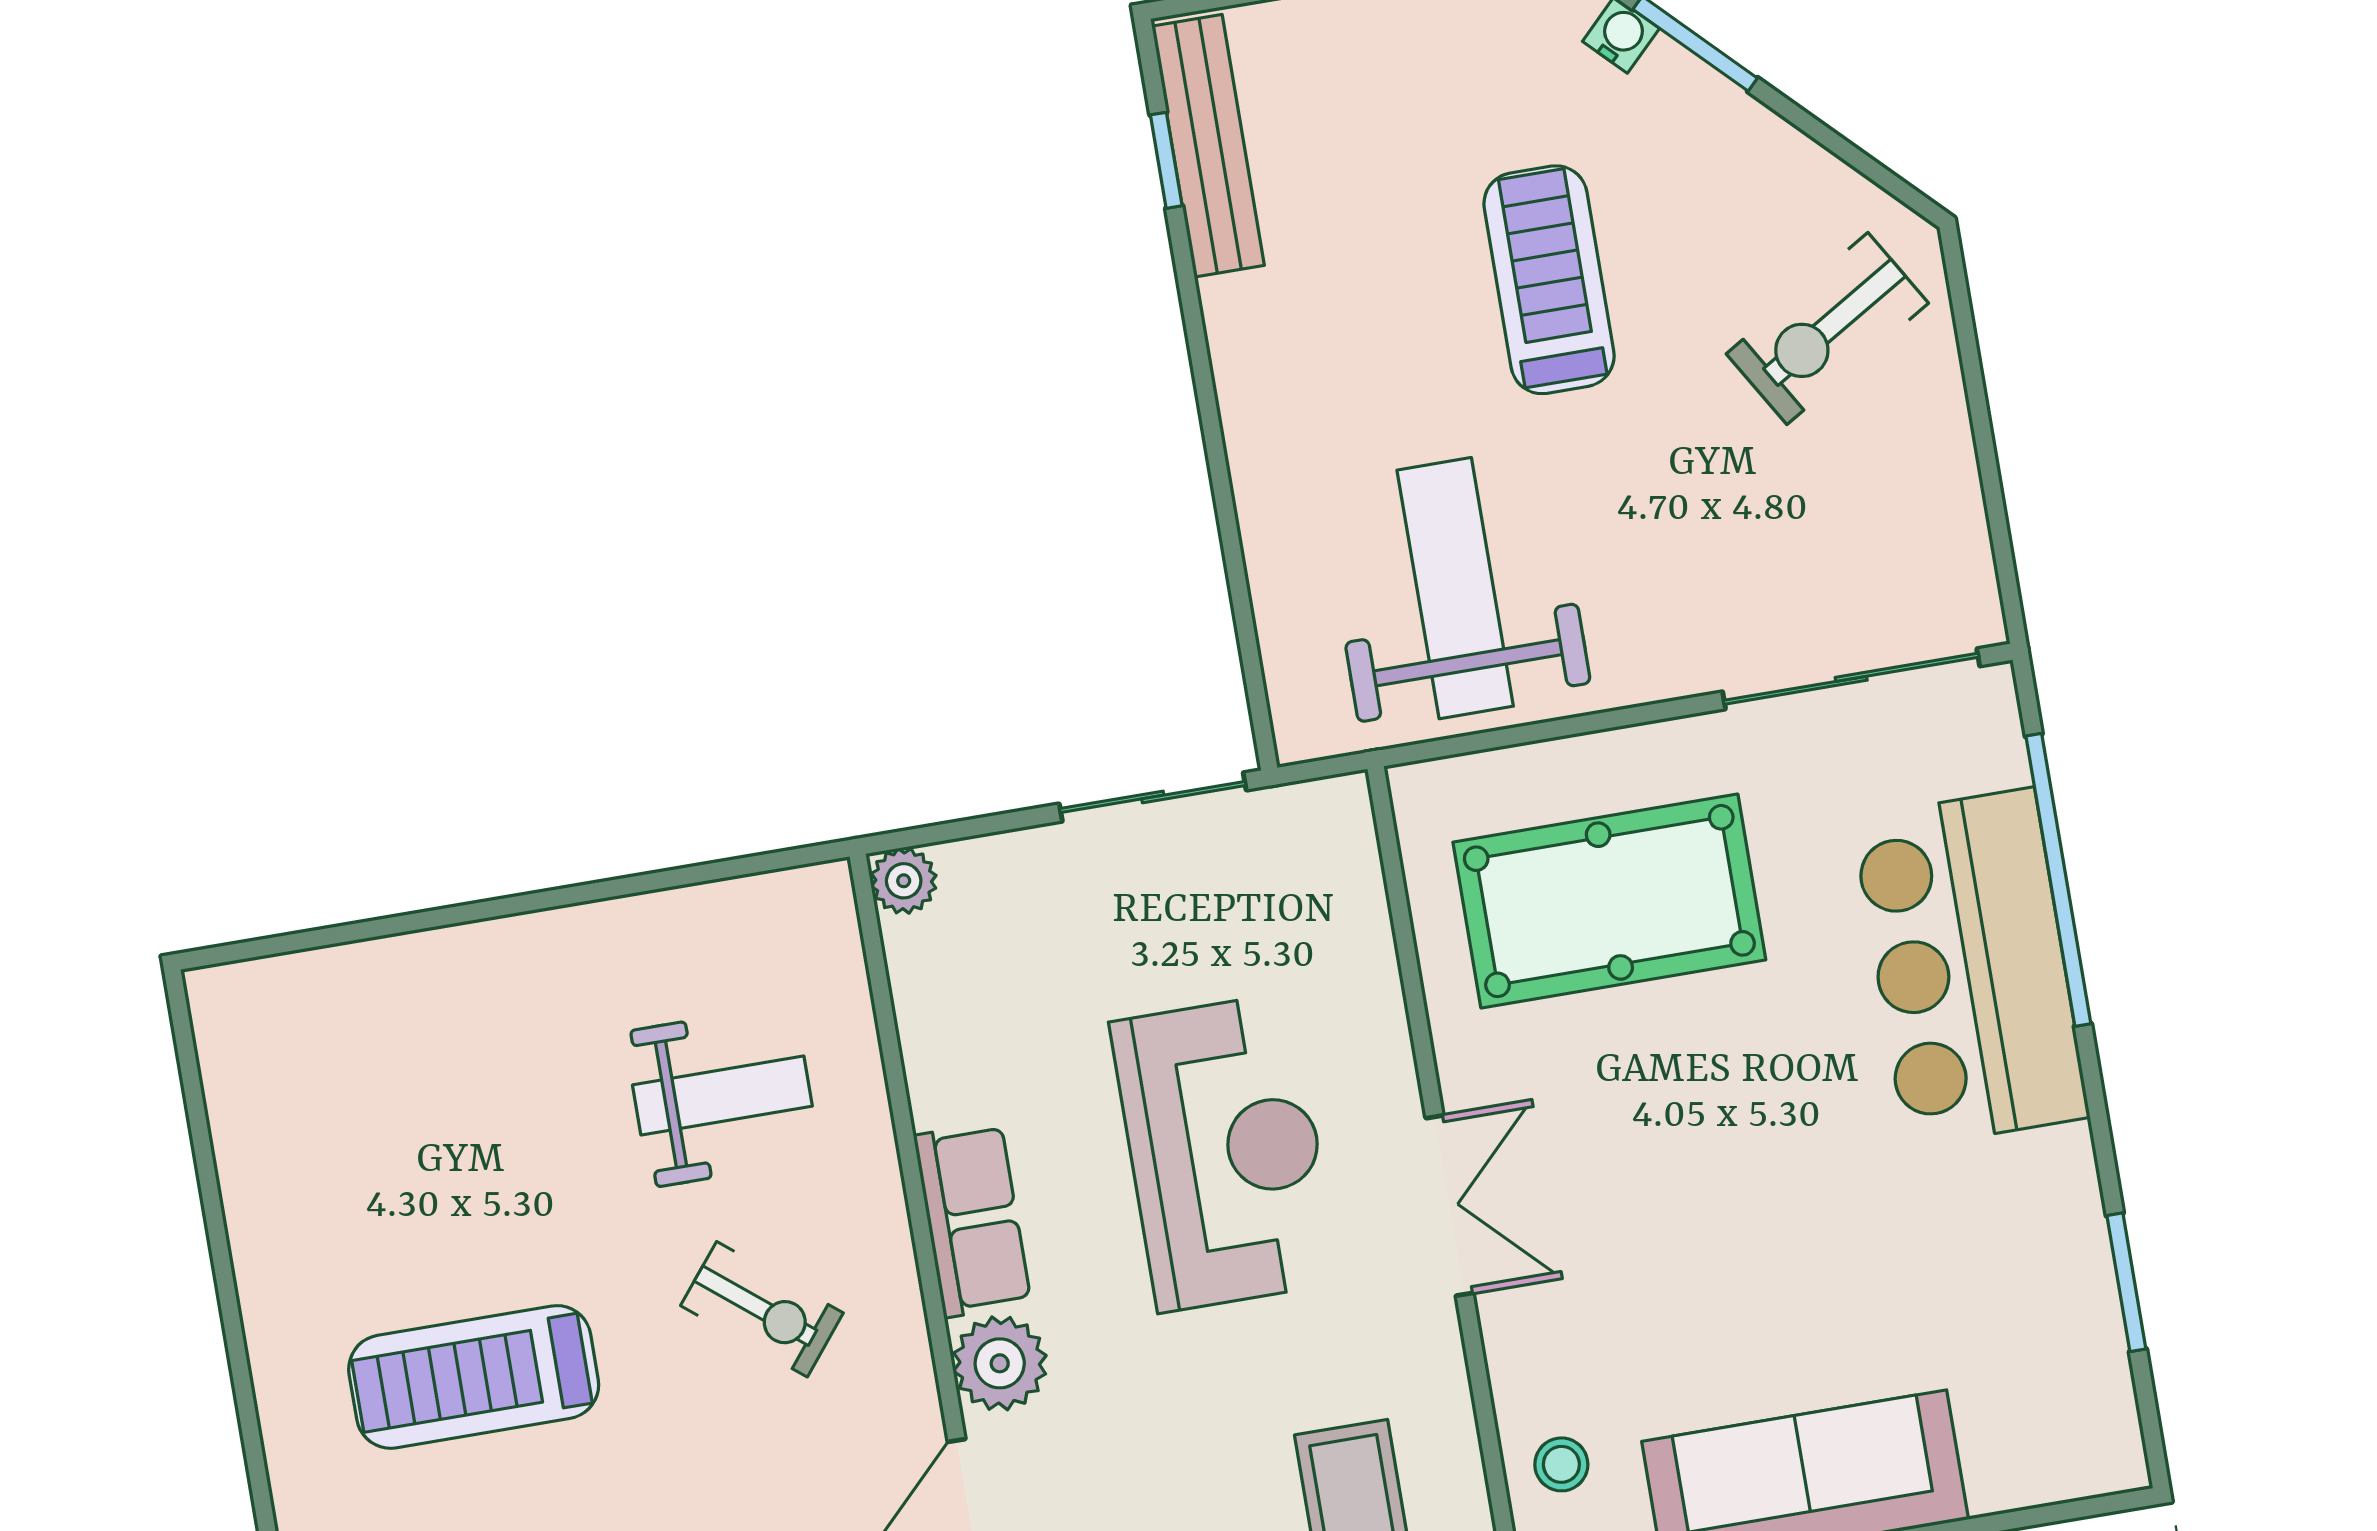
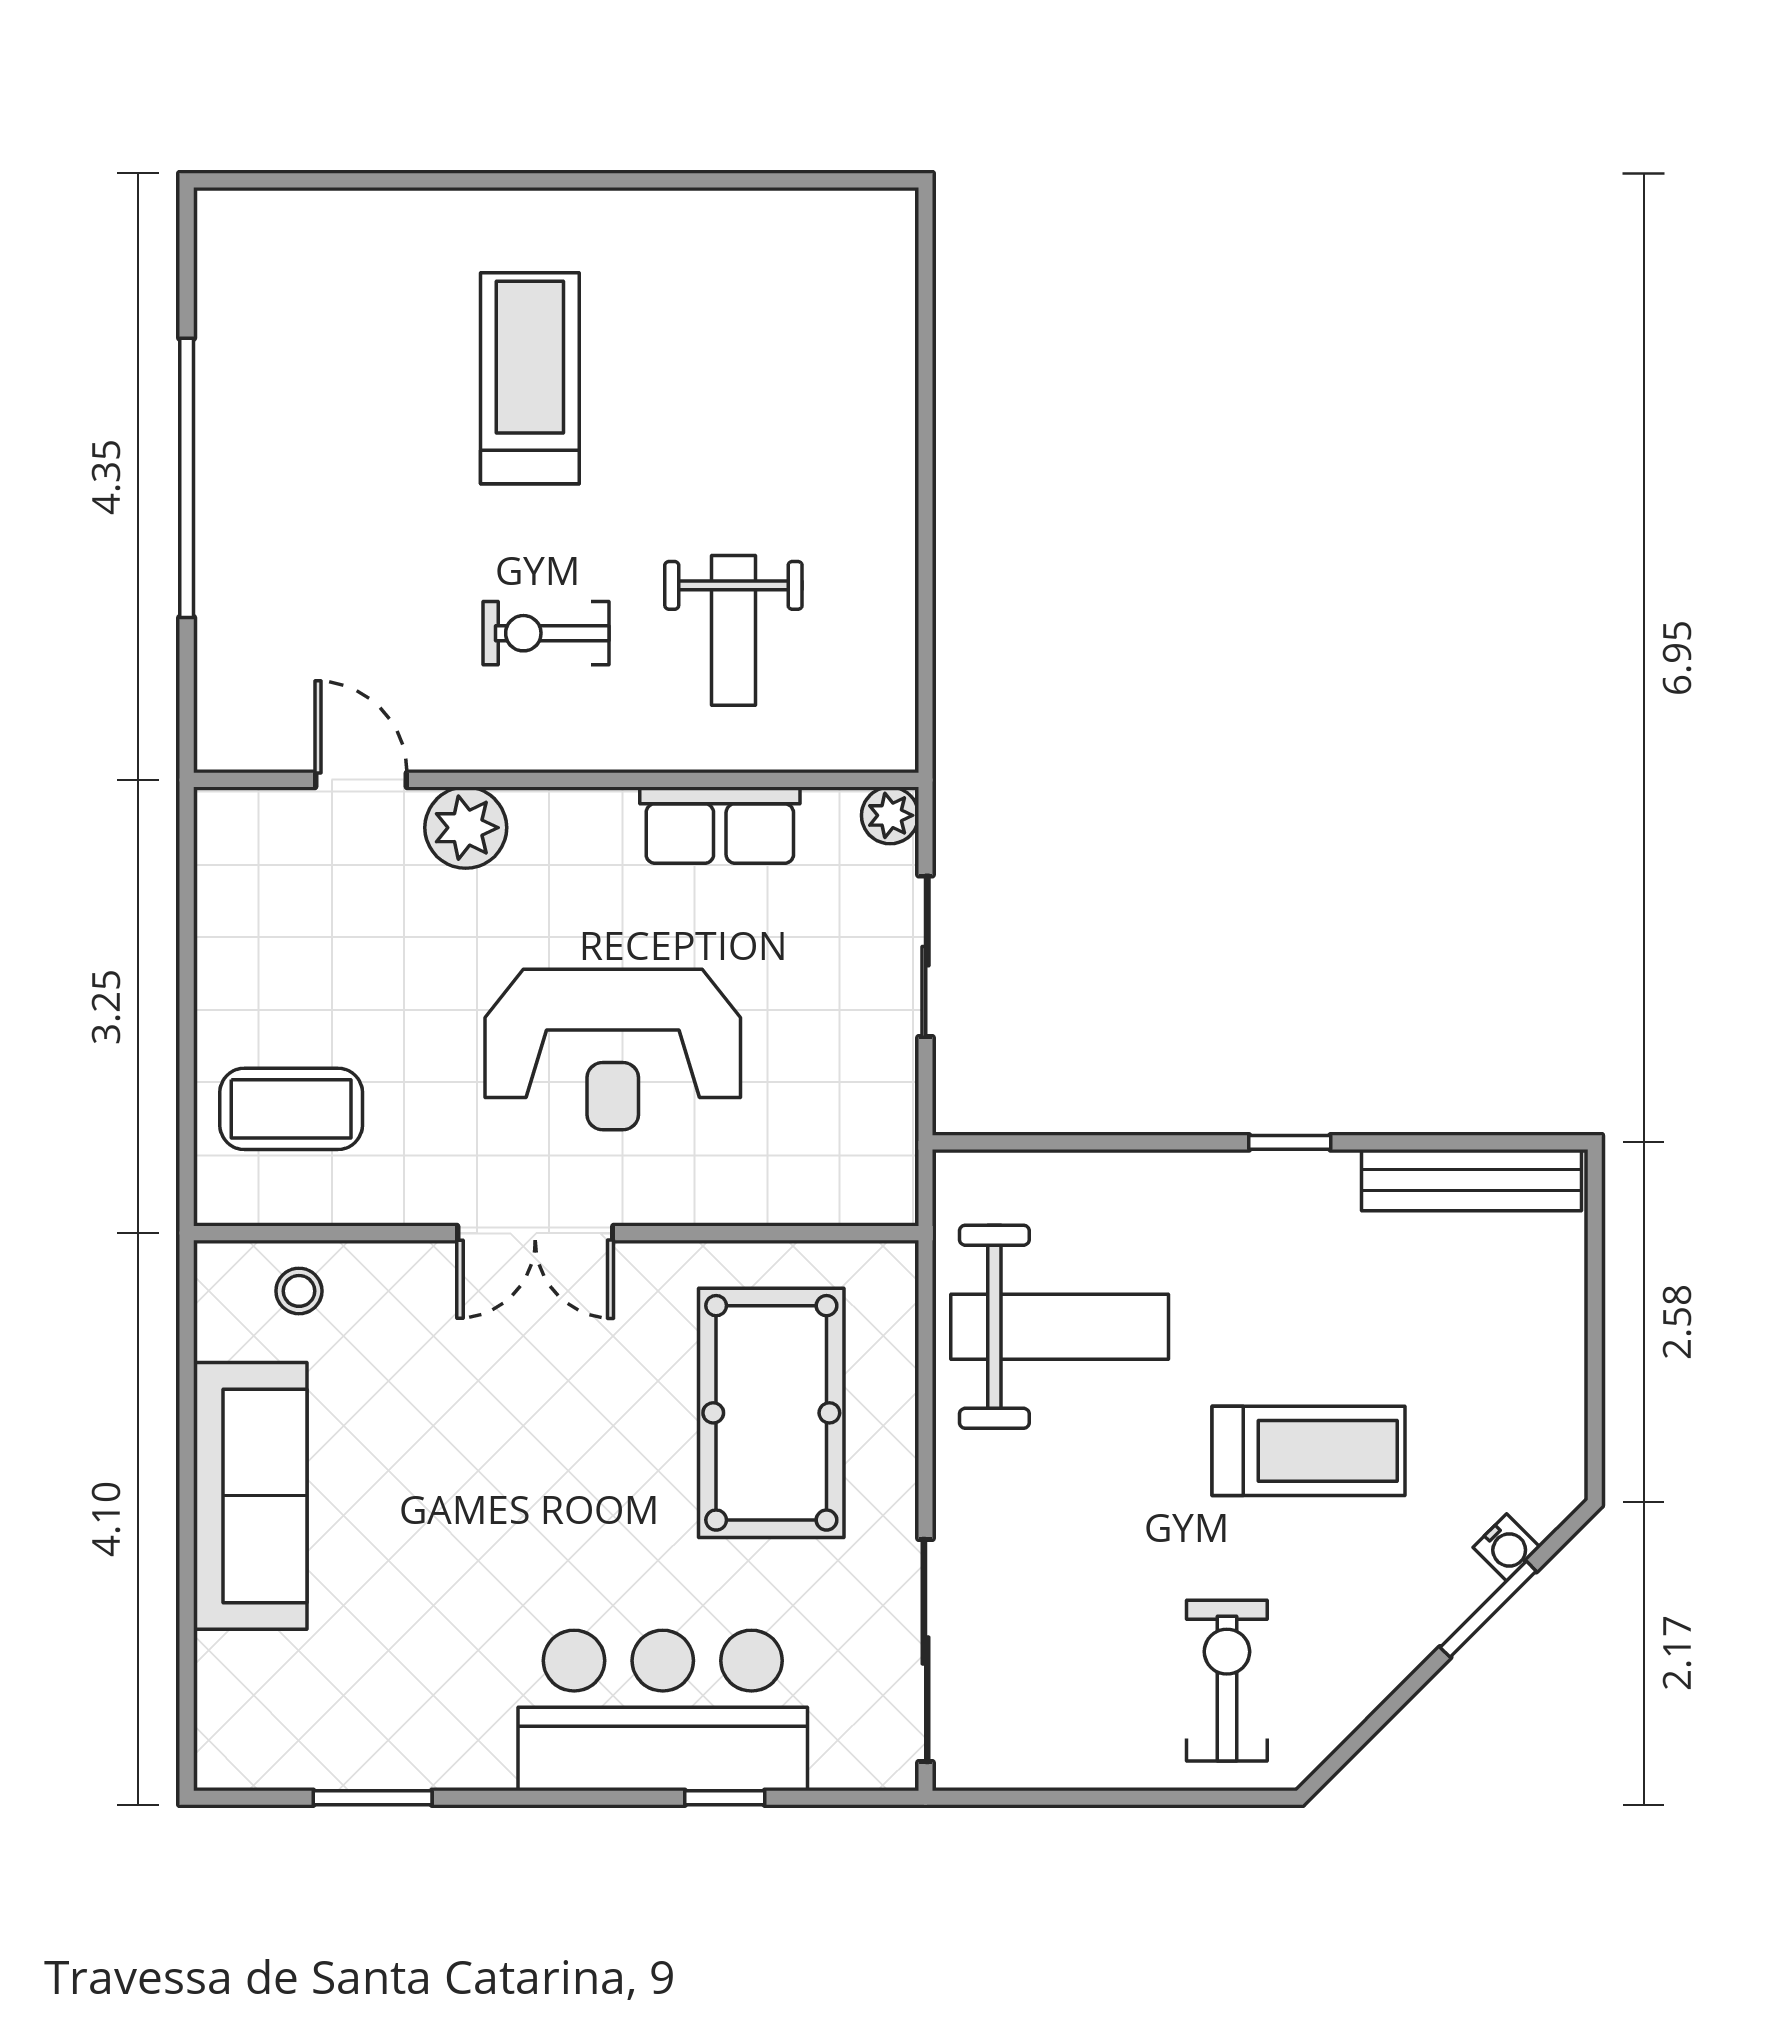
window: (1166, 160) -> (1290, 1142), moved
exercise bike: (1827, 329) -> (1227, 1681), turned 31
sliding door: (1153, 797) -> (926, 956), moved
window: (2058, 880) -> (725, 1798), width x0.32
row of seats: (972, 1219) -> (720, 825), moved
exercise bike: (762, 1309) -> (546, 633), turned 51

